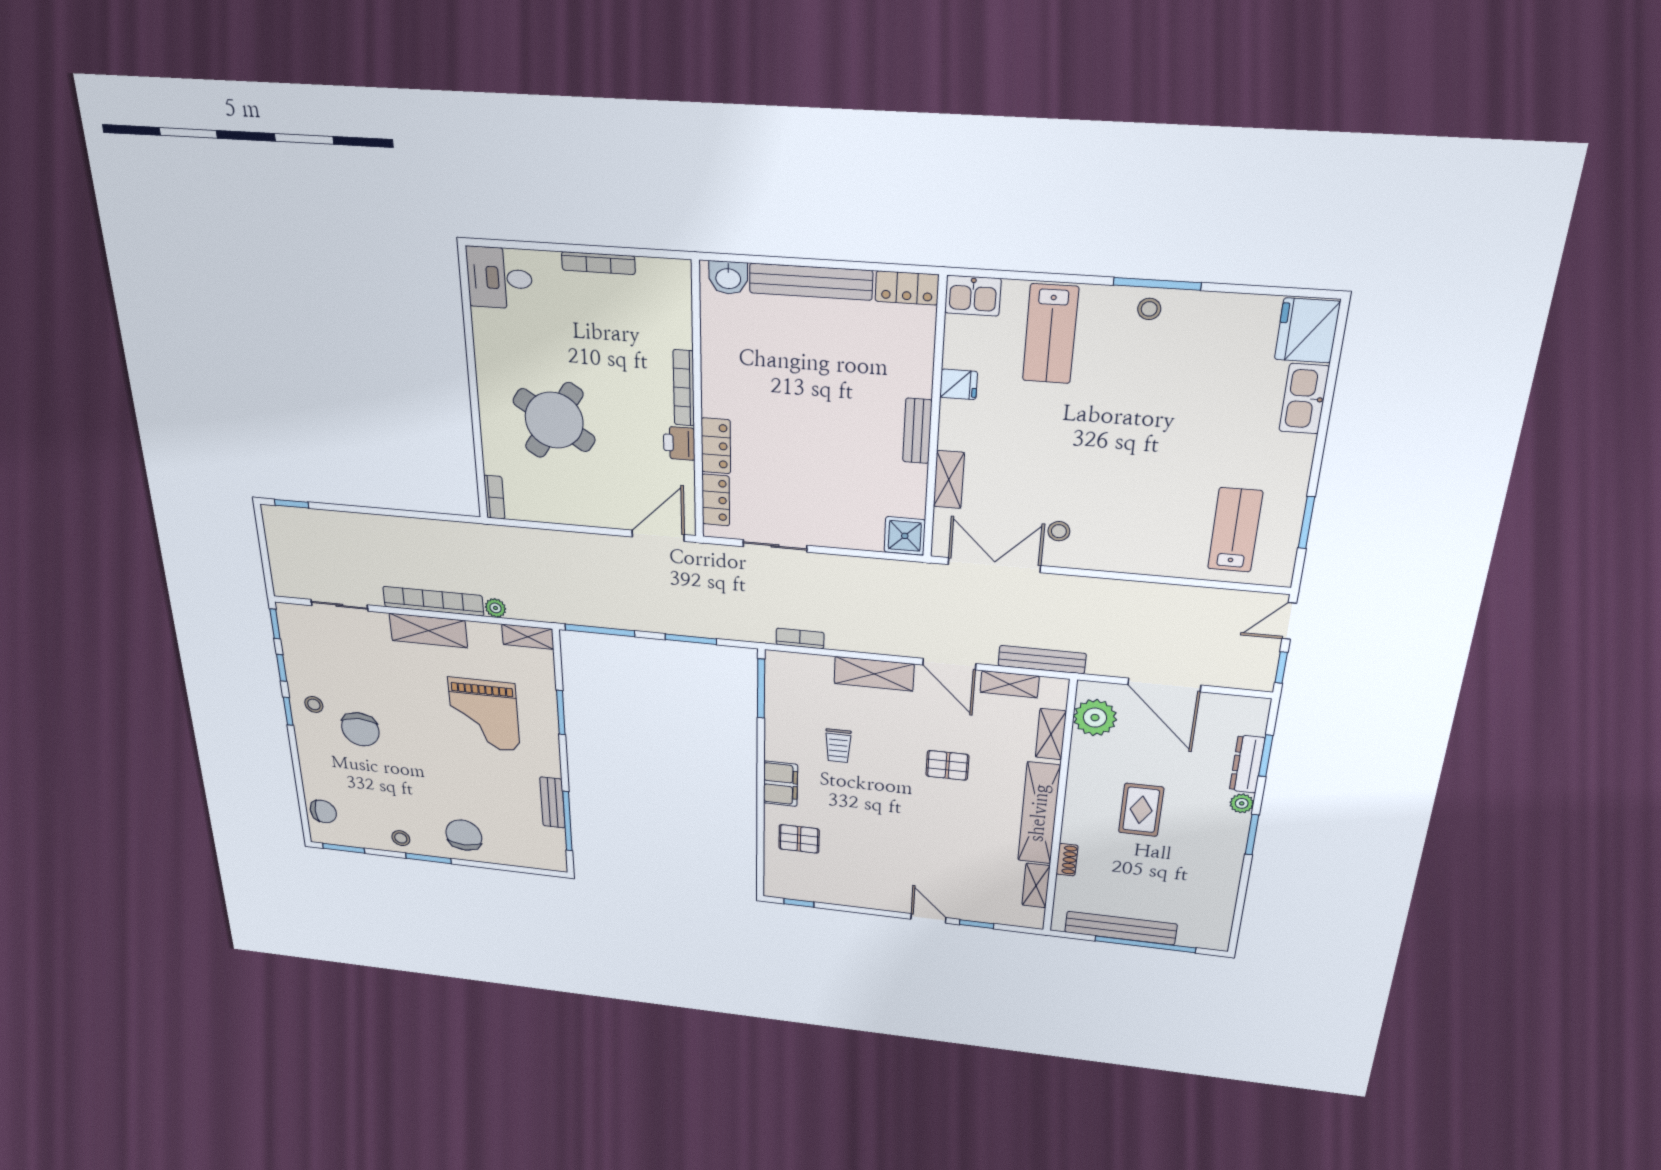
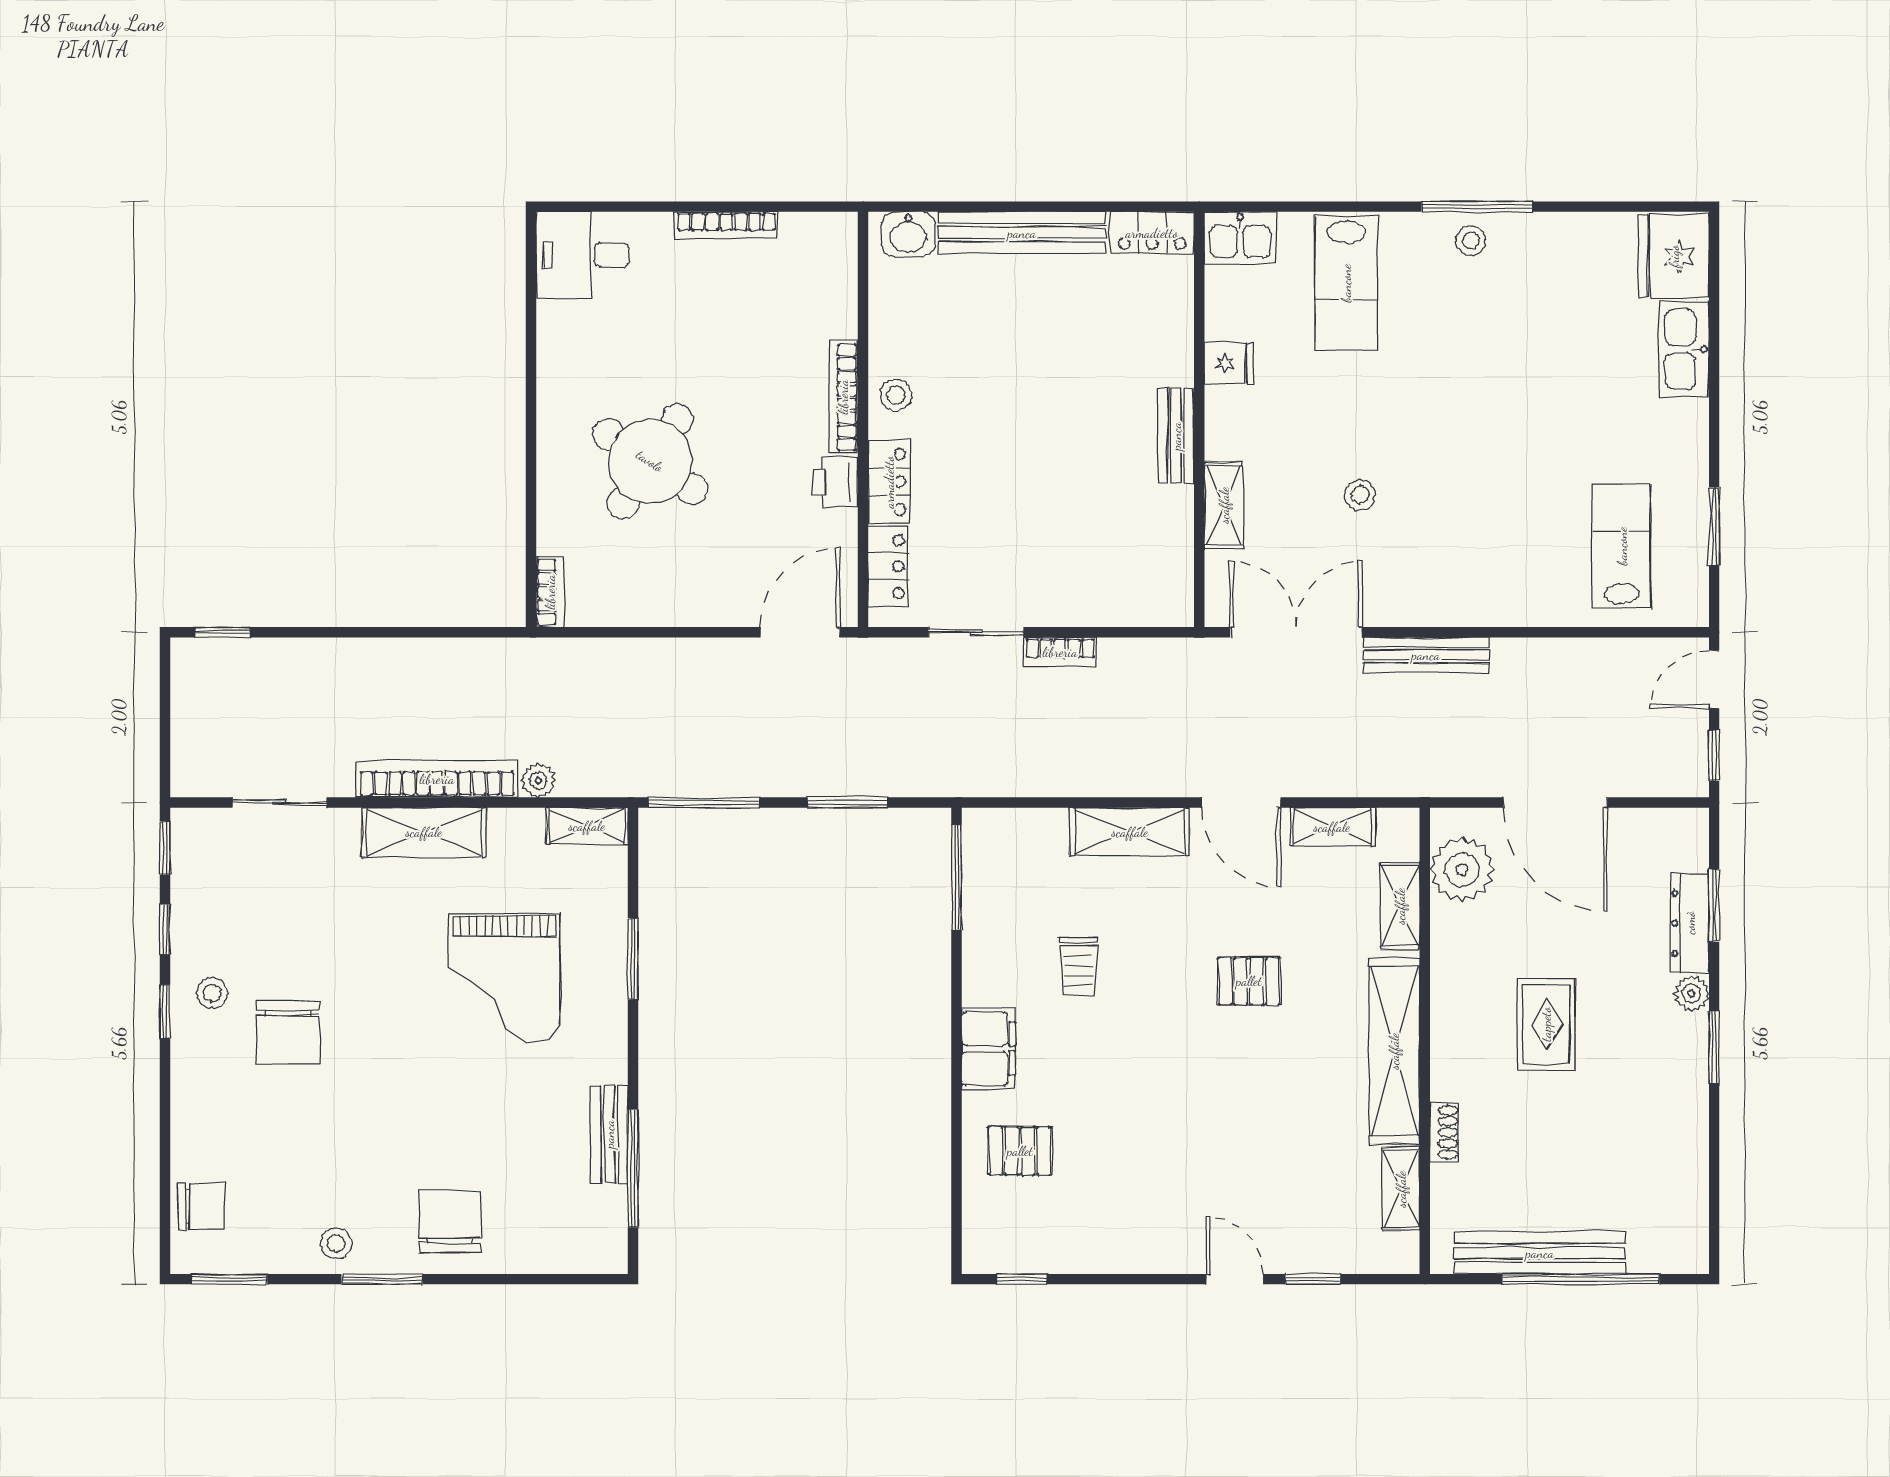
stool: (720, 389) -> (896, 395), added
stool: (1059, 531) -> (1360, 495), moved
shower: (905, 536) -> (1166, 598), removed
bookcase: (800, 638) -> (1060, 652), moved, turned 180
bench: (1042, 660) -> (1426, 655), moved

